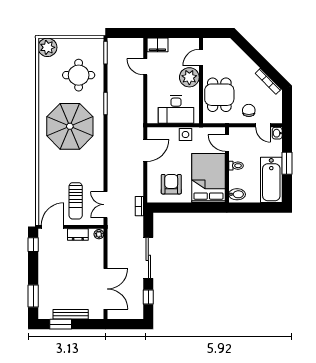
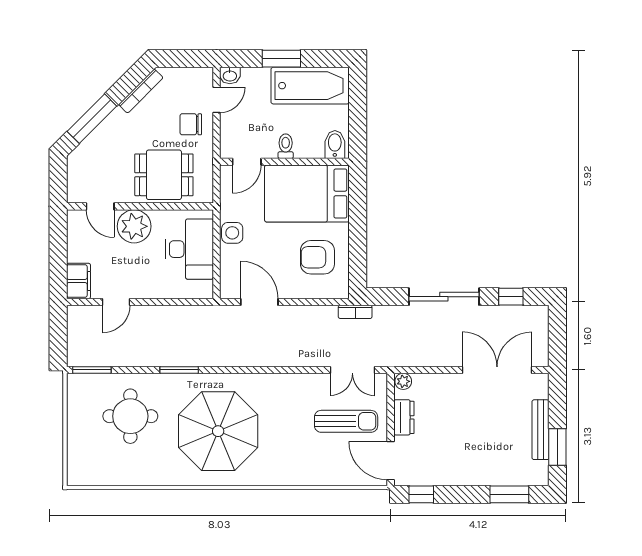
plant: (47, 47) -> (83, 470), removed
window: (252, 53) -> (92, 119), added

